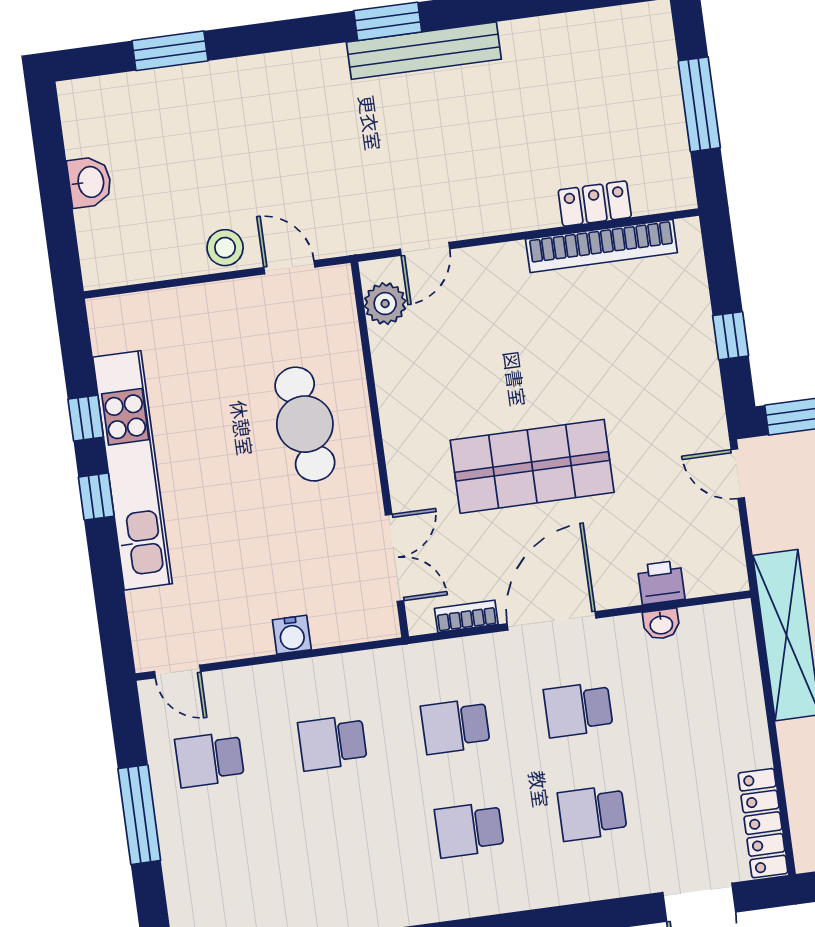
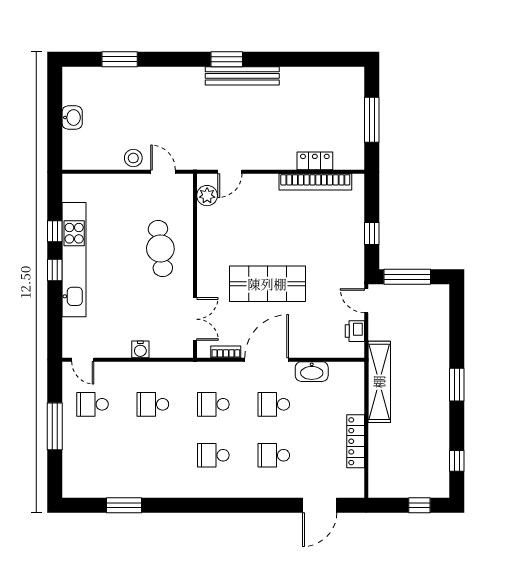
printer: (661, 582) -> (355, 331), moved, turned -90
washbasin: (661, 624) -> (312, 372), width x1.91, depth x1.45
locker: (763, 823) -> (356, 441), moved

